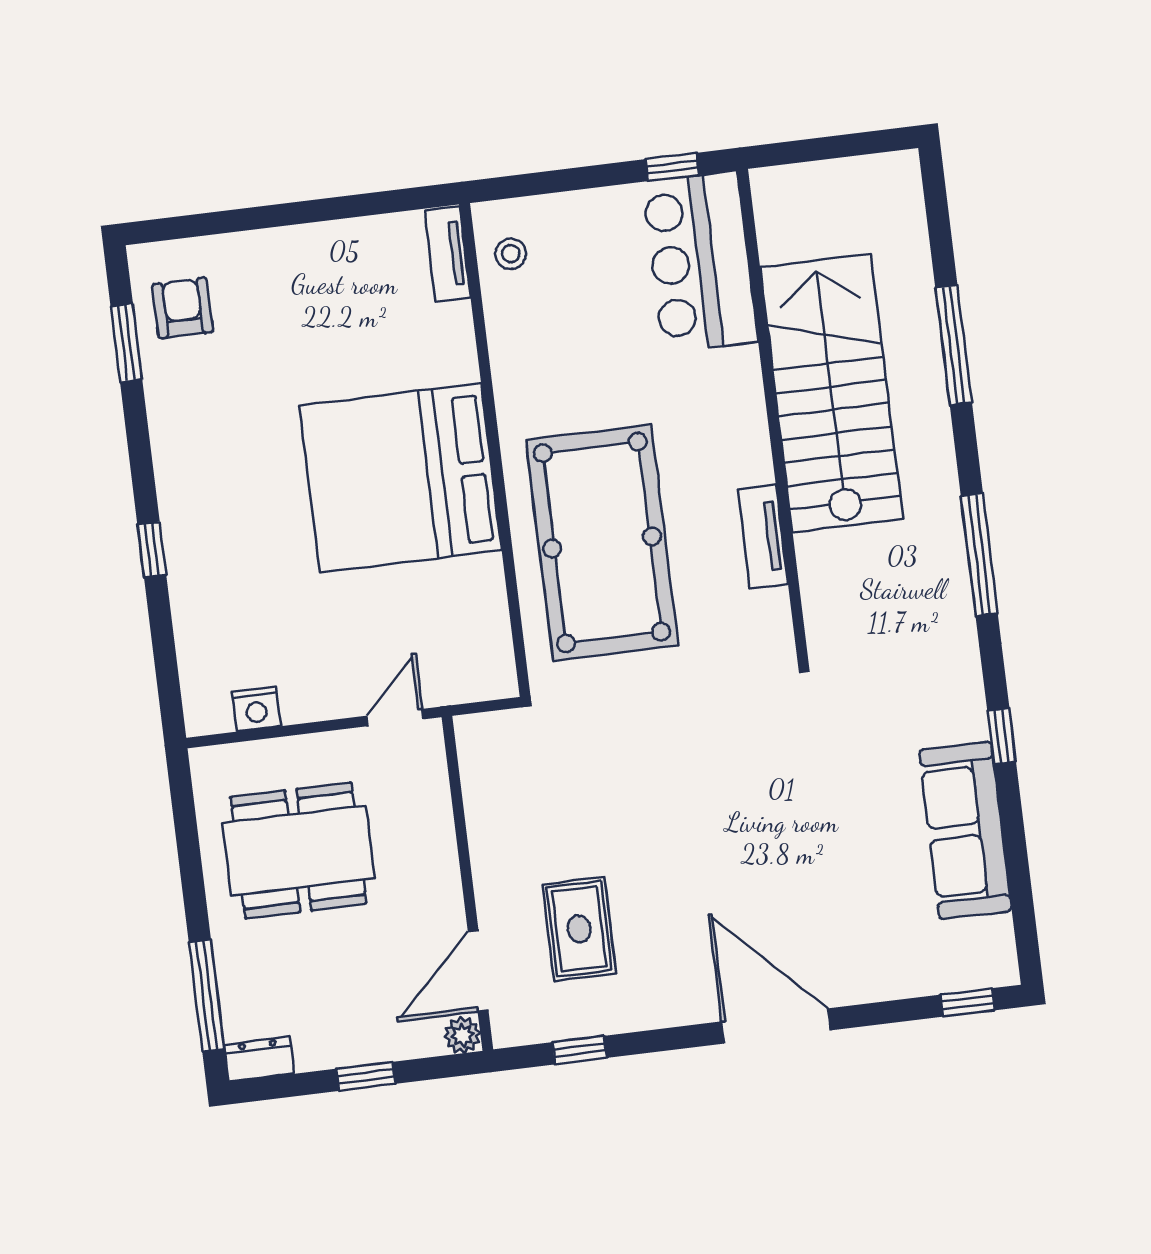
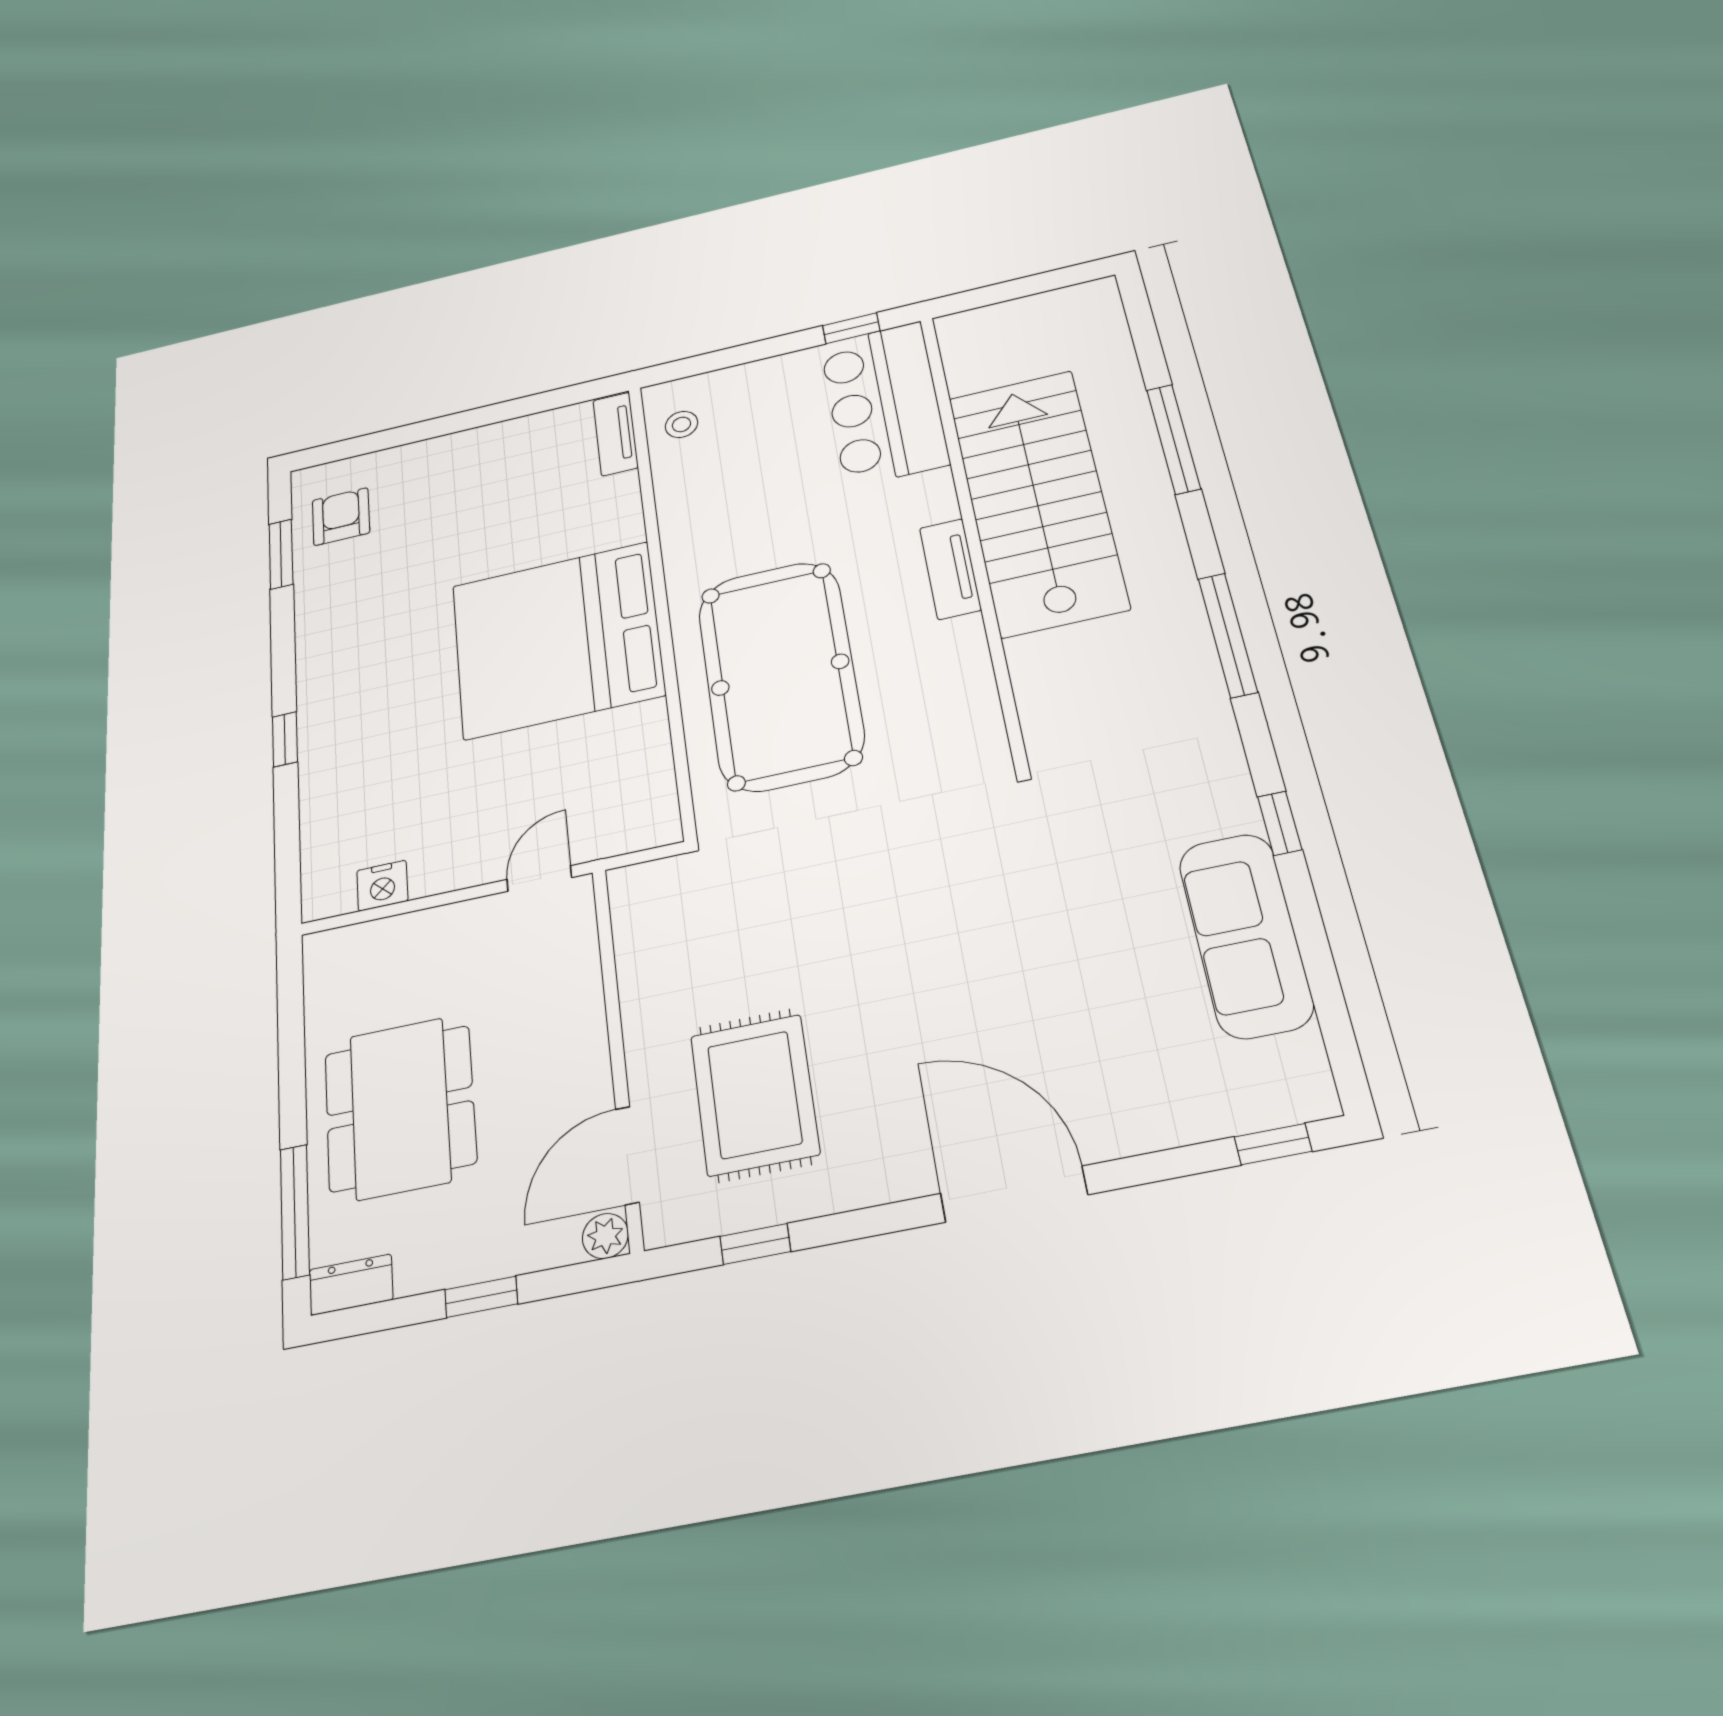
tv unit: (763, 537) -> (950, 569), moved
dining table: (298, 850) -> (400, 1108), moved, turned 90
rug: (579, 929) -> (755, 1095), width x1.36, depth x1.43

